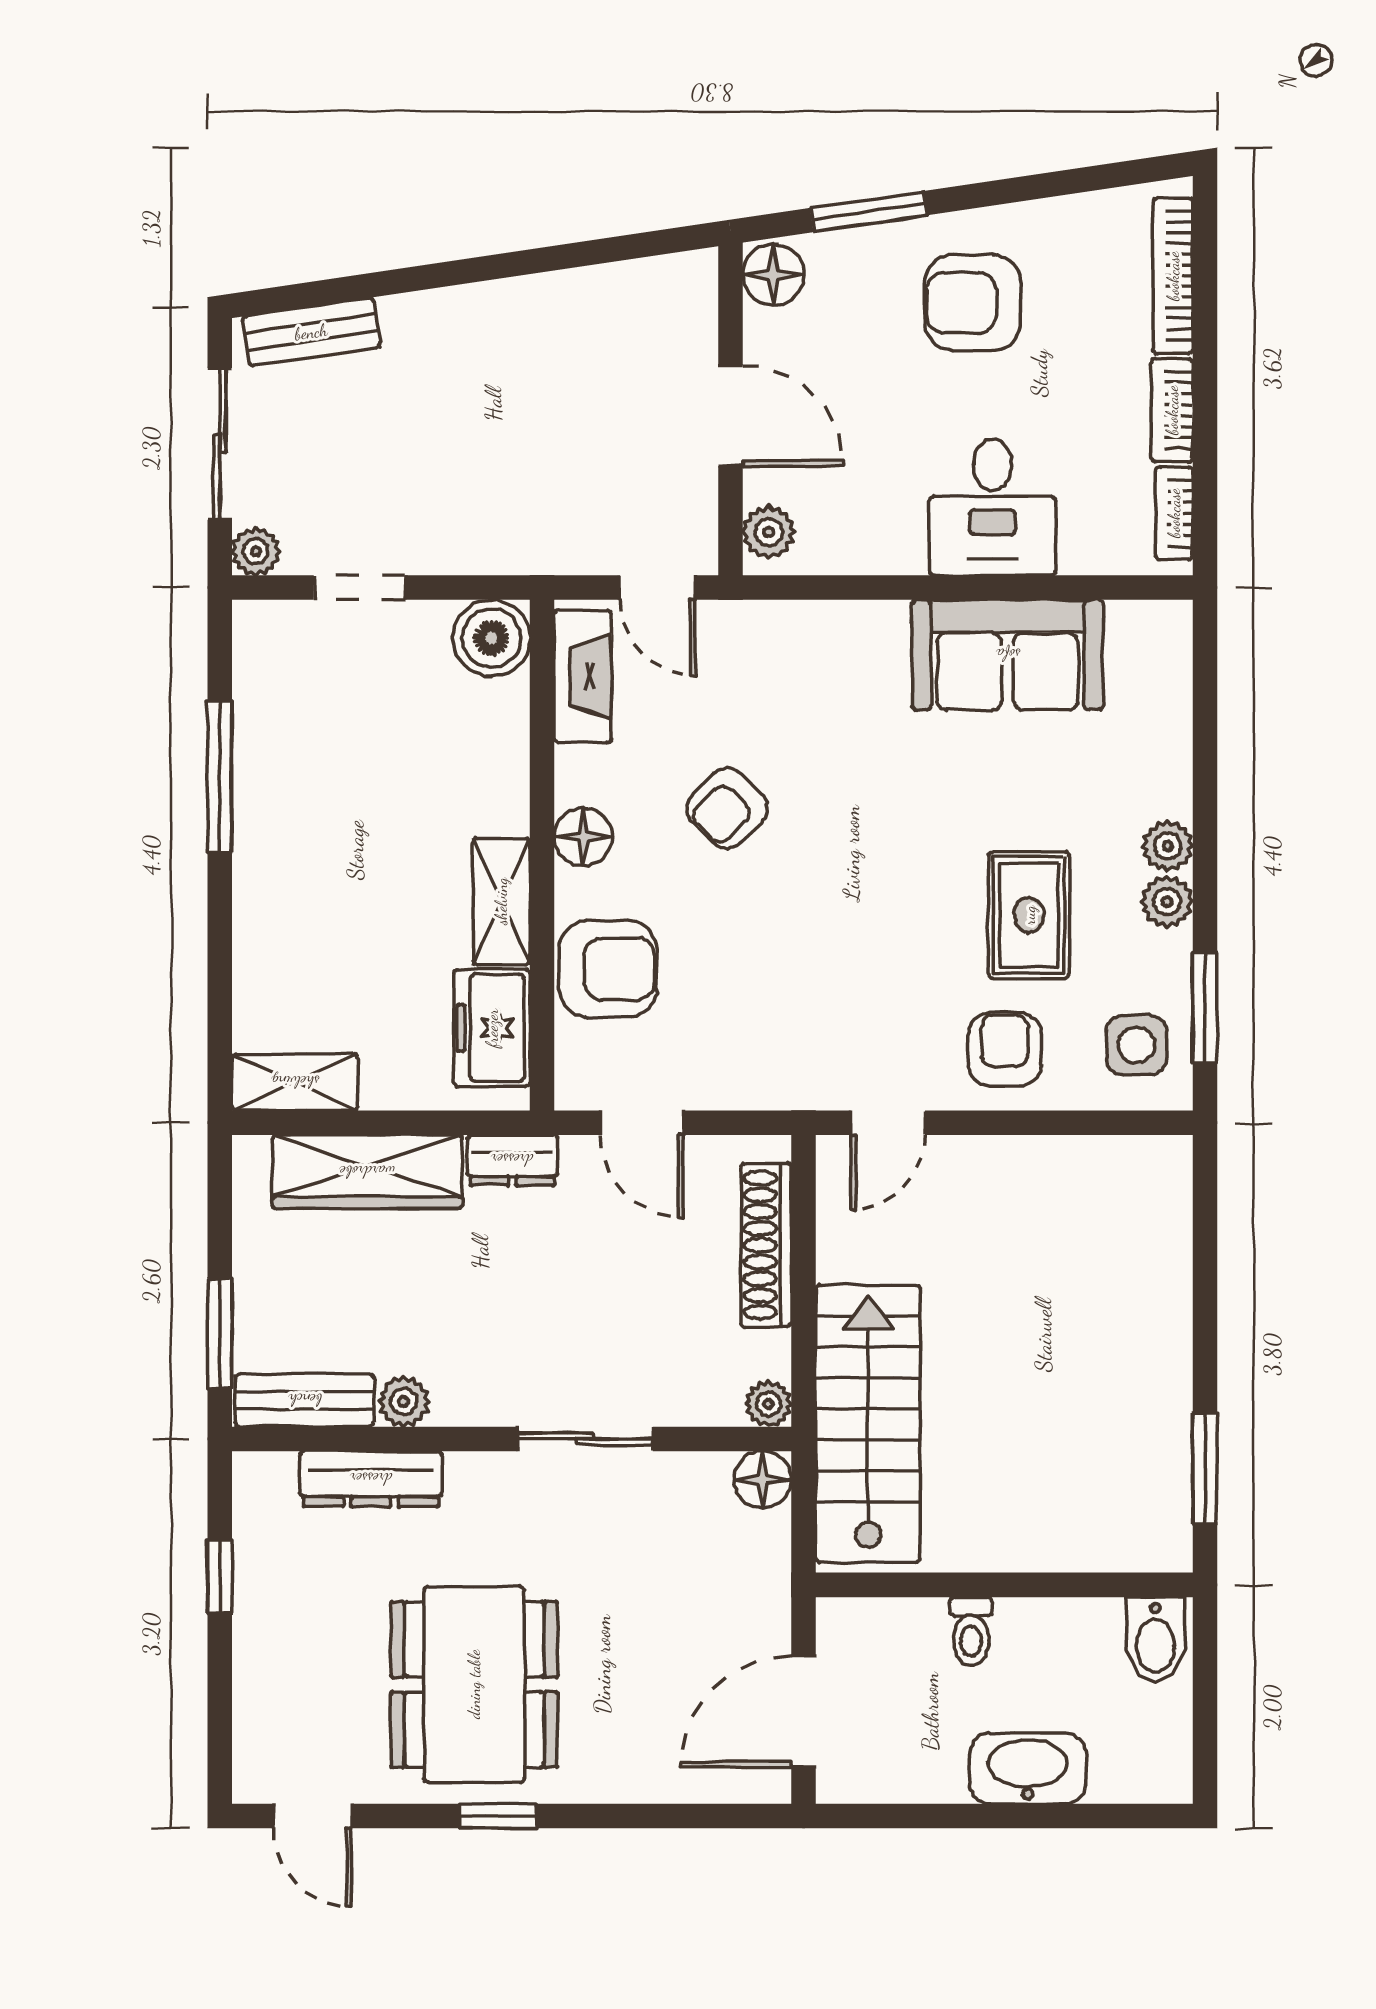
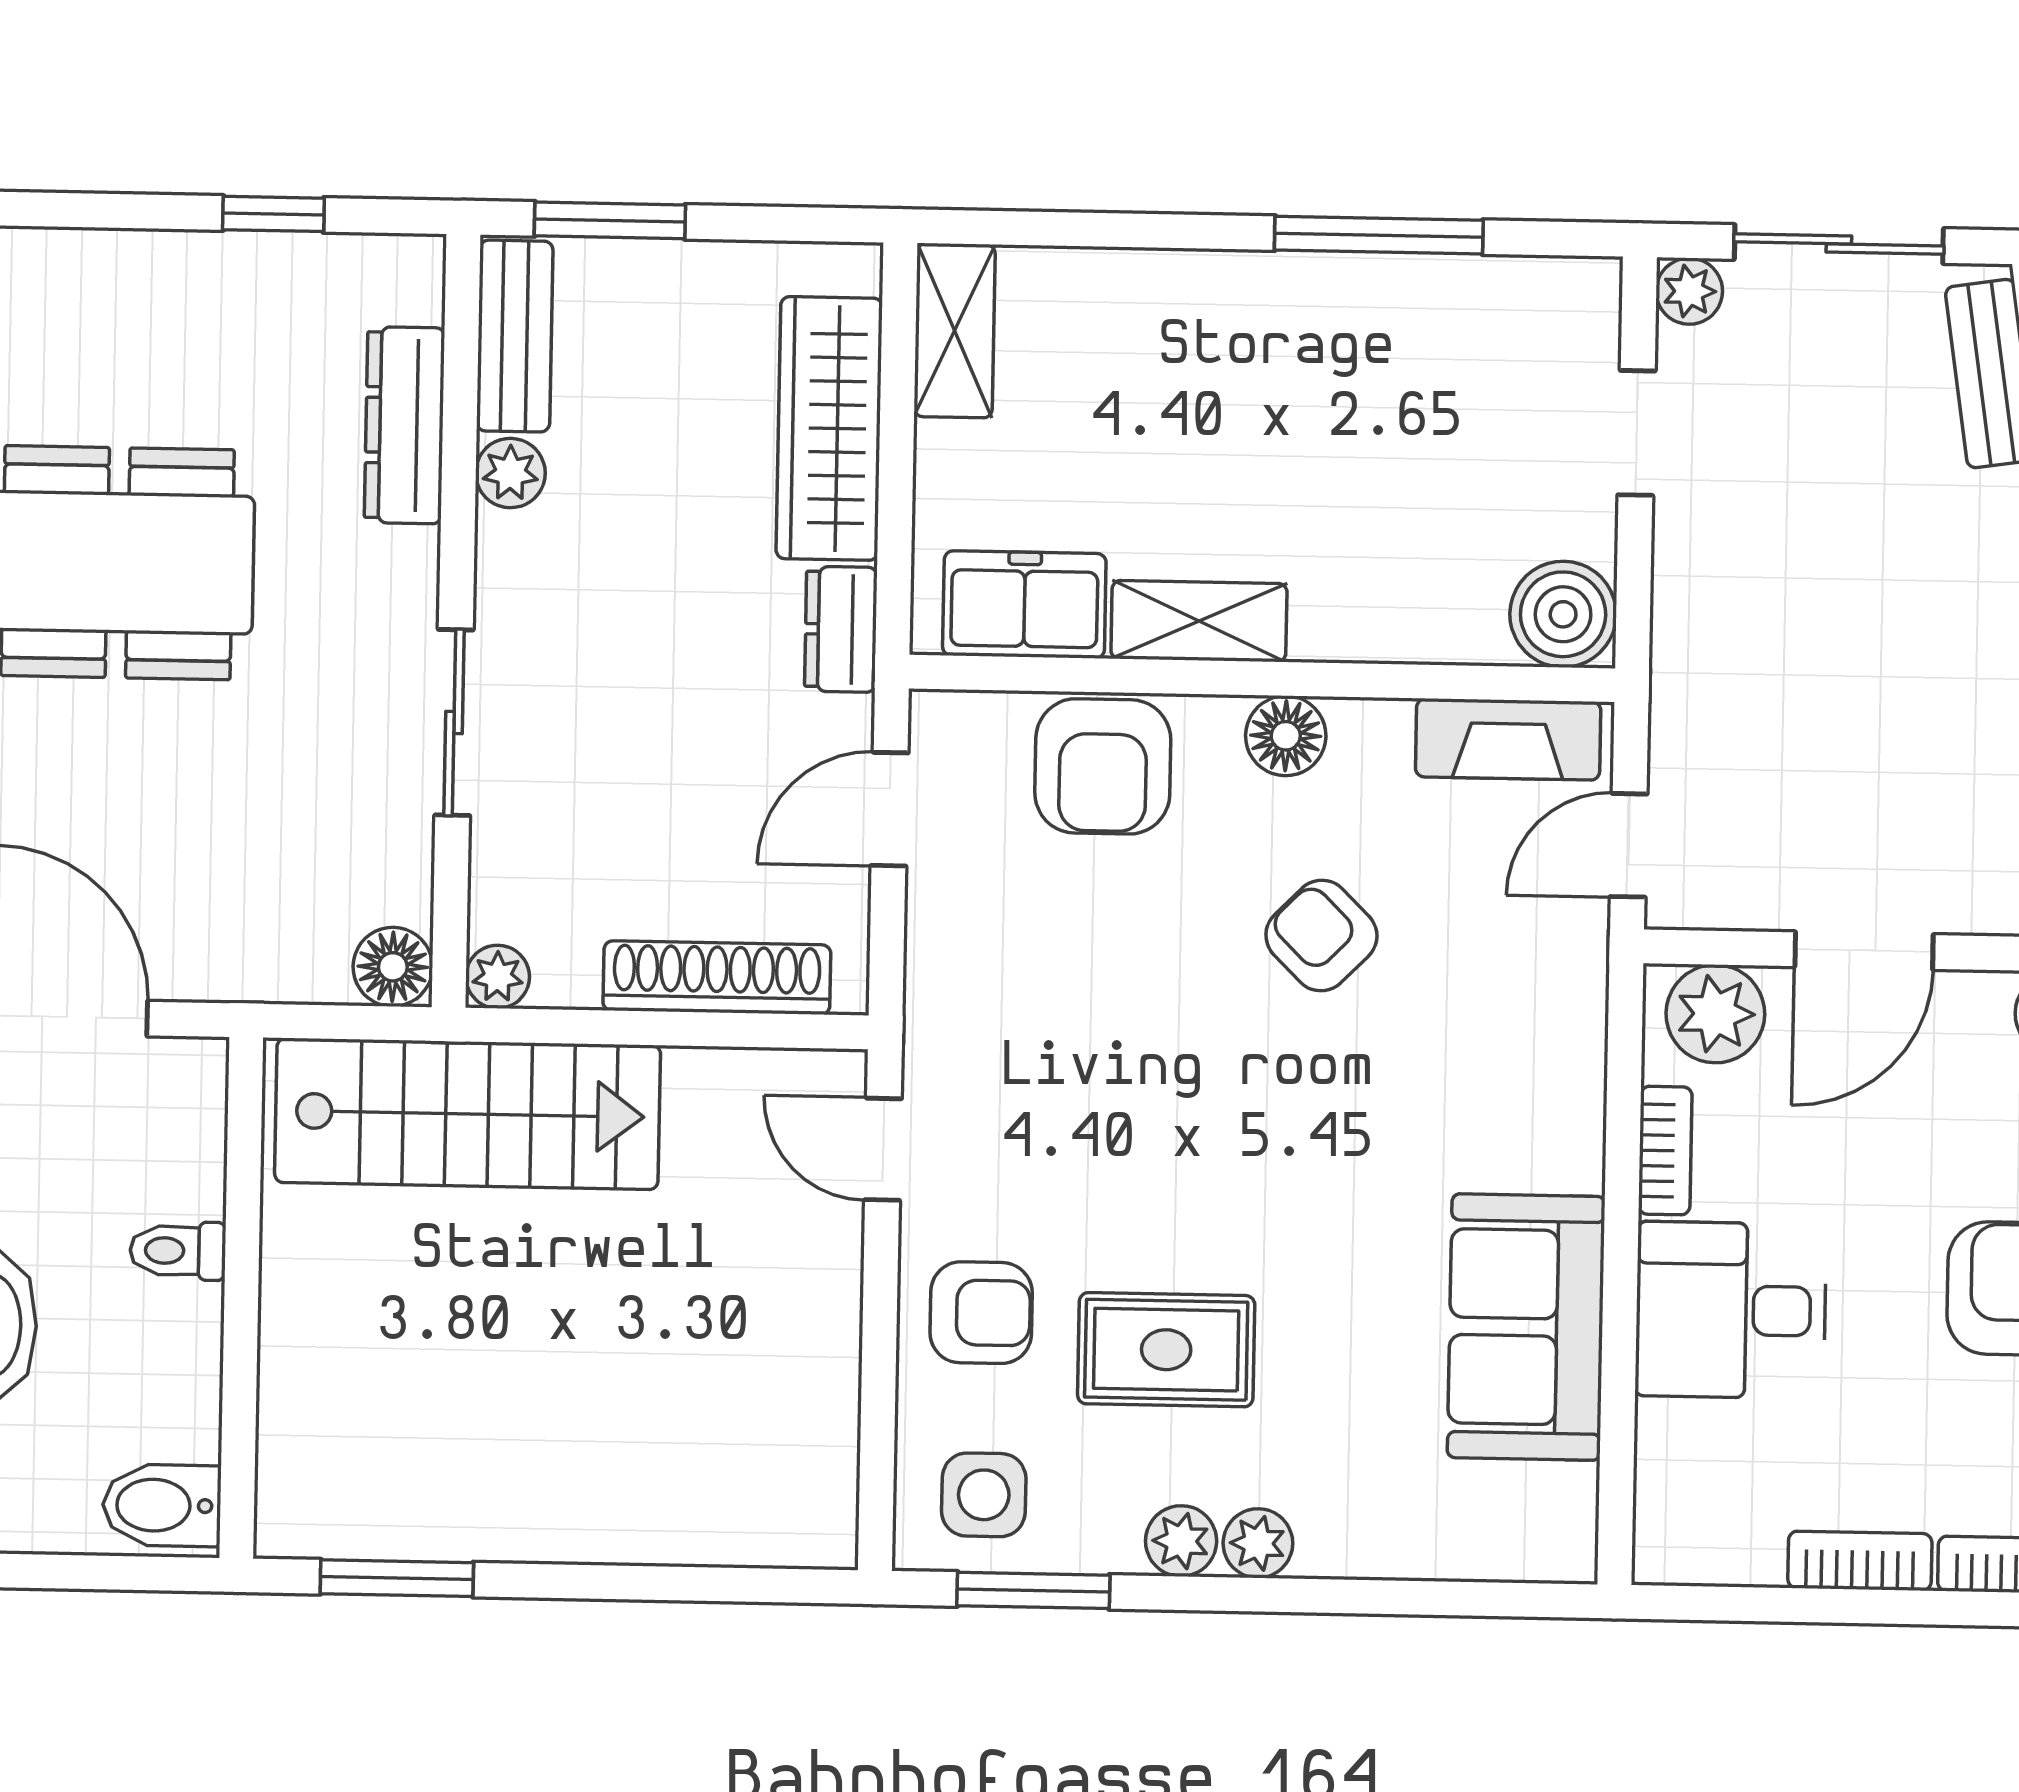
bookcase: (1174, 513) -> (1665, 1151), moved, turned 90
plant: (769, 532) -> (1715, 1014), width x1.38, depth x1.38

